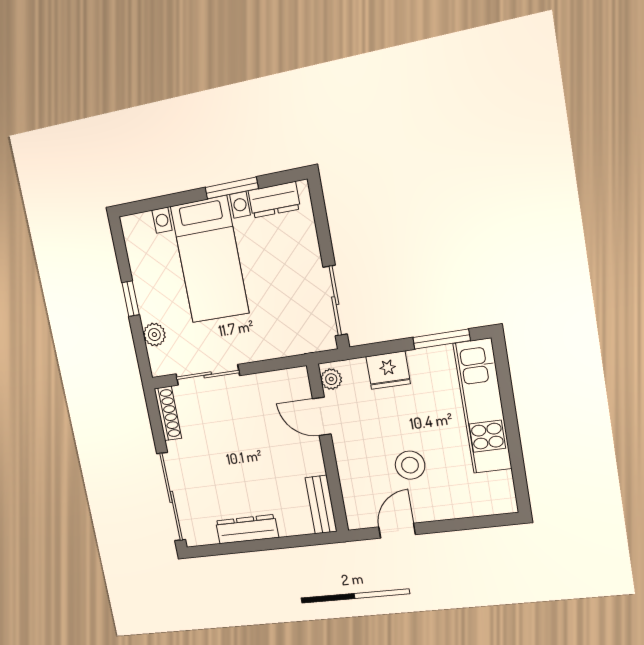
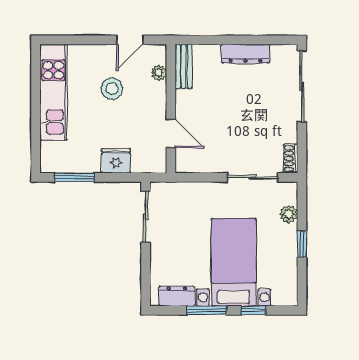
window: (172, 200) -> (253, 310), added
plant: (331, 379) -> (159, 73), moved
kitchen unit: (483, 406) -> (53, 92), moved
shoe rack: (168, 413) -> (291, 159), width x0.70

